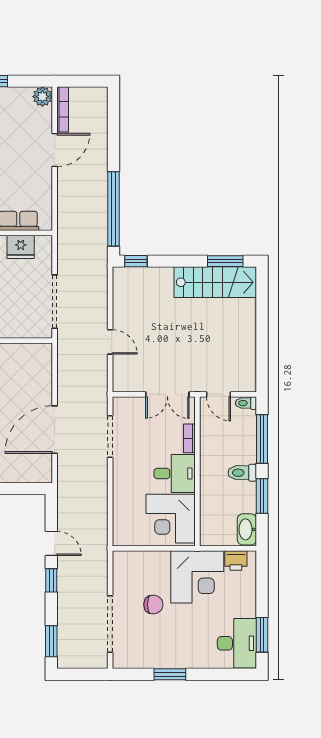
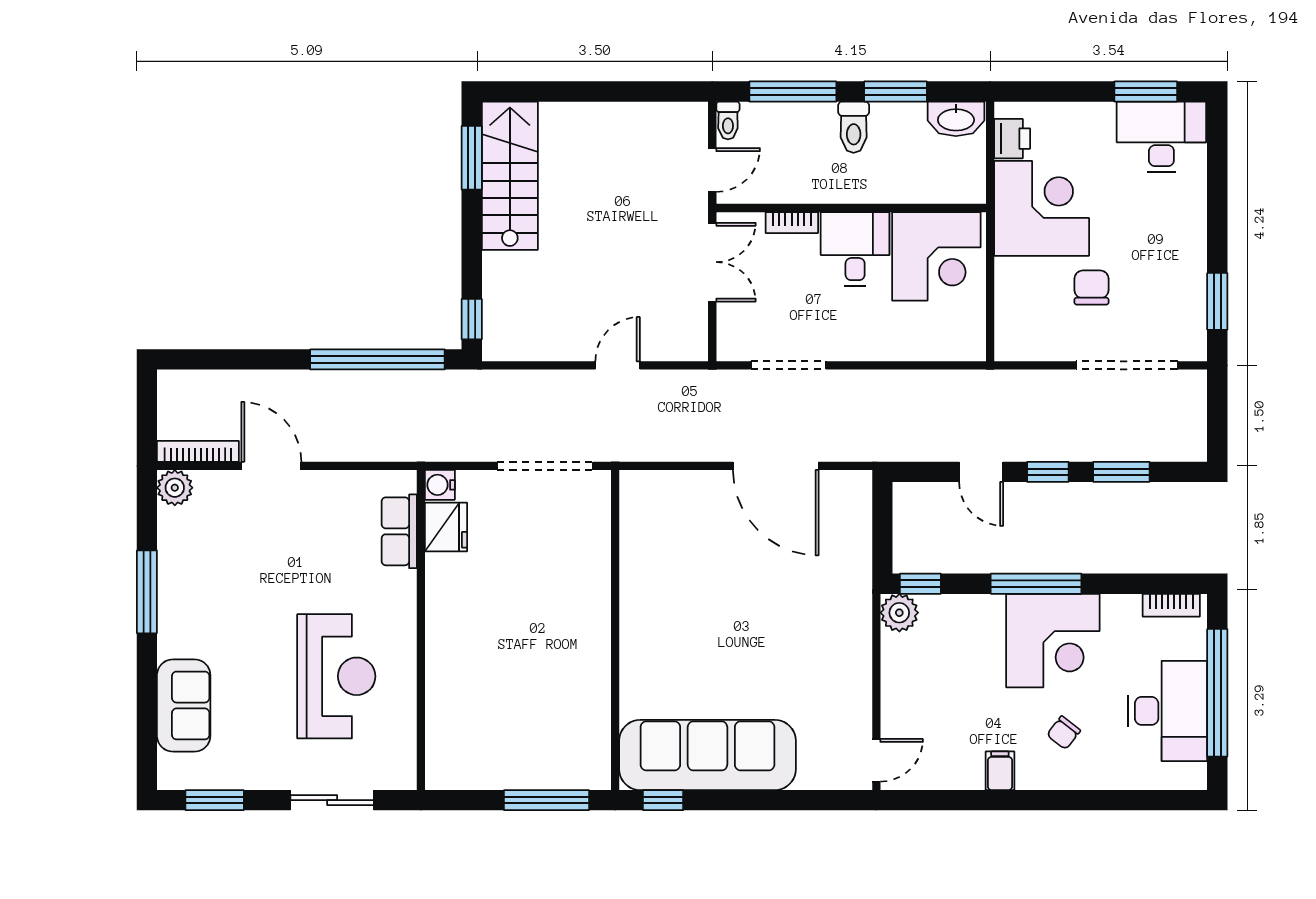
water cooler: (44, 243) -> (440, 485), added
door: (51, 543) -> (981, 472), swing flipped
window: (51, 641) -> (1121, 472), moved
window: (170, 674) -> (1217, 301), moved

